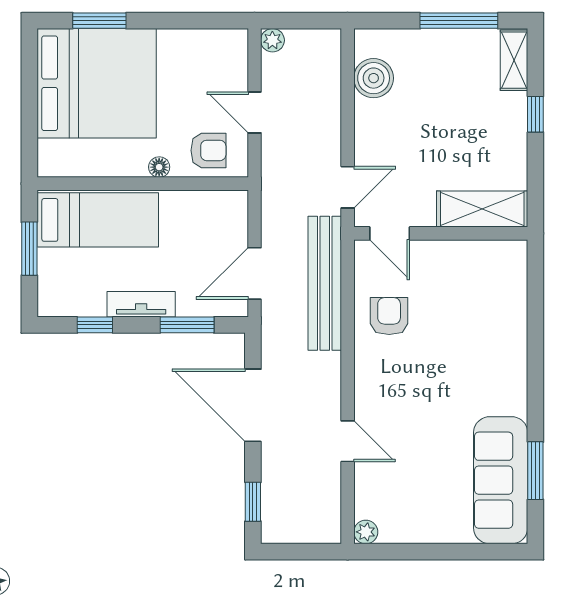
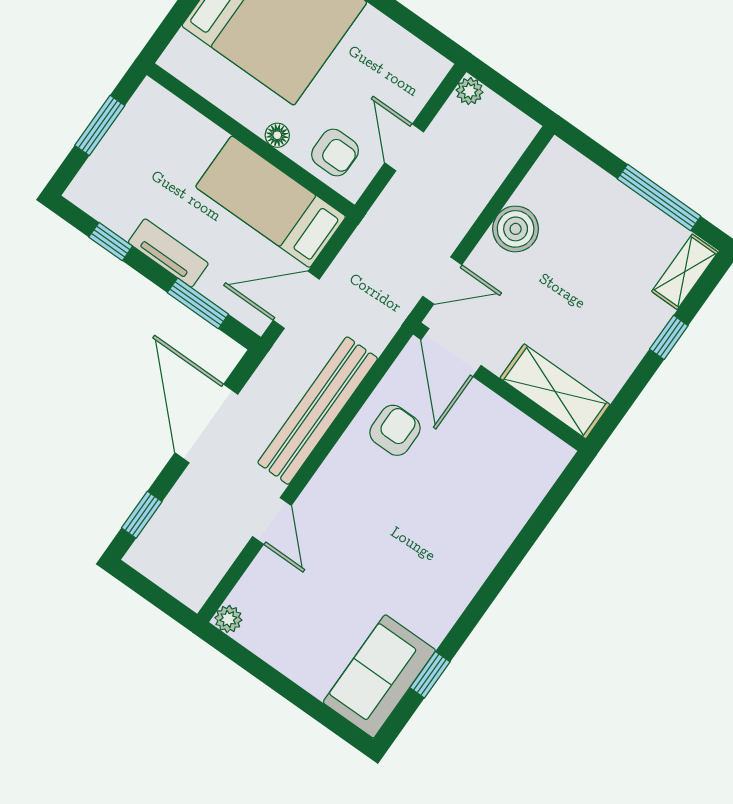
boiler: (374, 78) -> (516, 229), moved
bed: (98, 220) -> (271, 202), moved, turned 180
door: (390, 233) -> (451, 352), width x1.38
bench: (325, 283) -> (318, 411), moved
window: (535, 471) -> (430, 675), width x0.67
sofa: (501, 480) -> (379, 676), width x0.73

